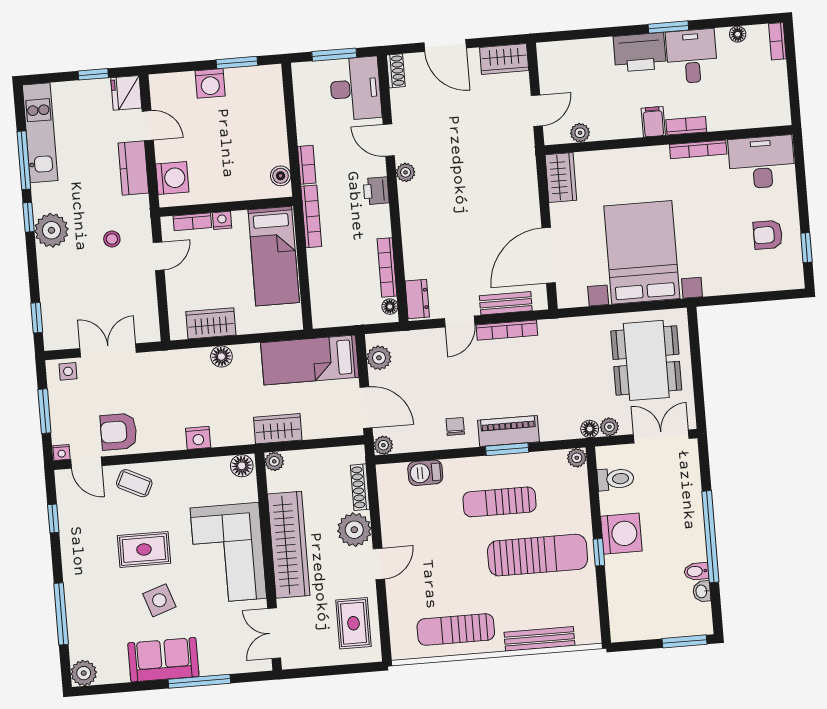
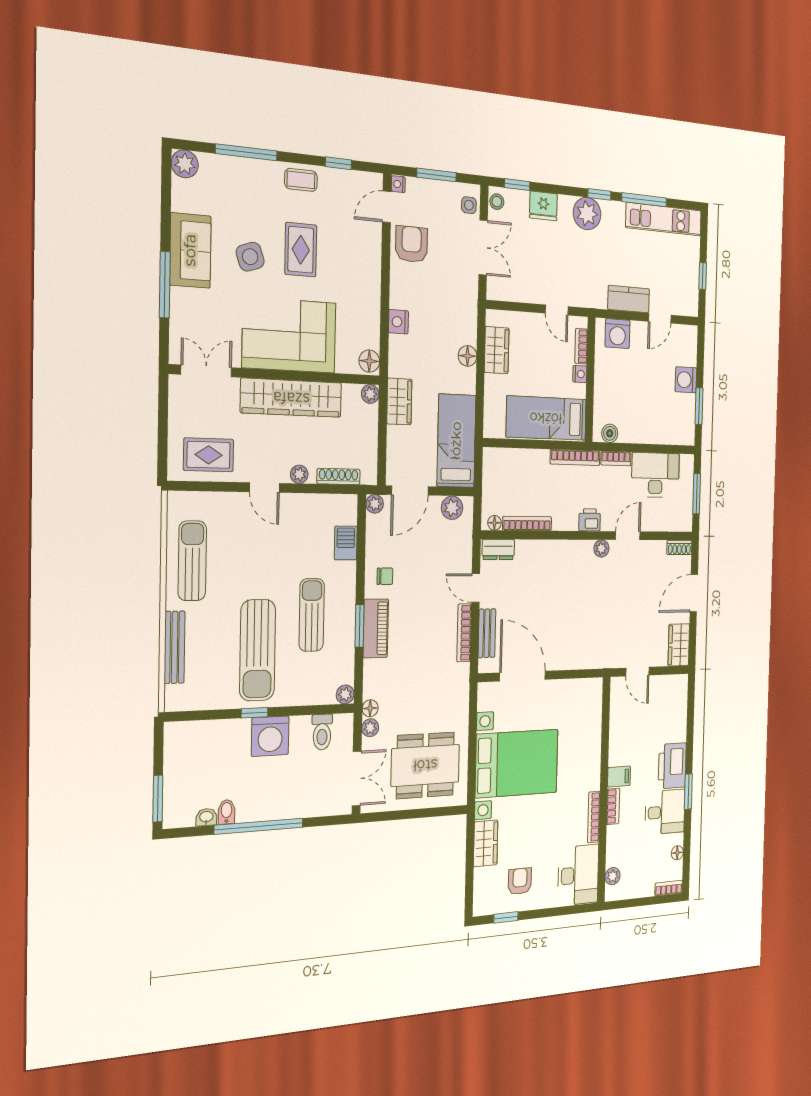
desk: (355, 89) -> (655, 475), moved, turned 180
fridge: (126, 93) -> (543, 206), moved, turned 180
plant: (580, 133) -> (613, 876), moved
wardrobe: (561, 177) -> (486, 843), moved, turned -90
stool: (112, 239) -> (497, 202), moved
coffee table: (134, 483) -> (301, 180), moved, turned 64
plant: (354, 530) -> (299, 474), width x0.53, depth x0.53

